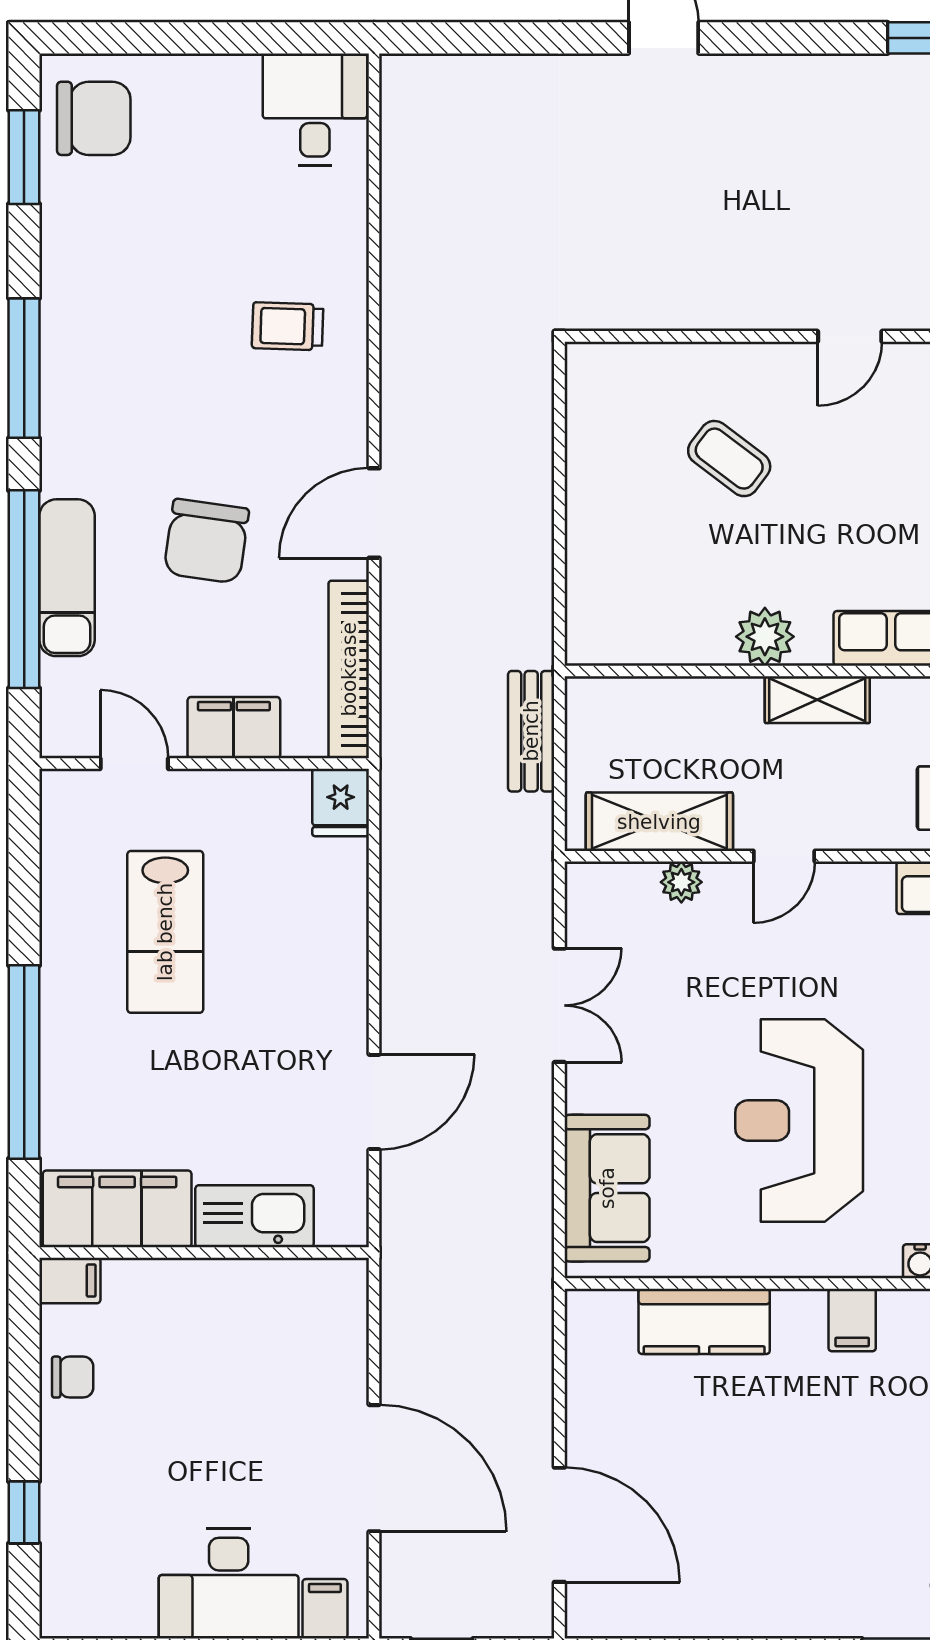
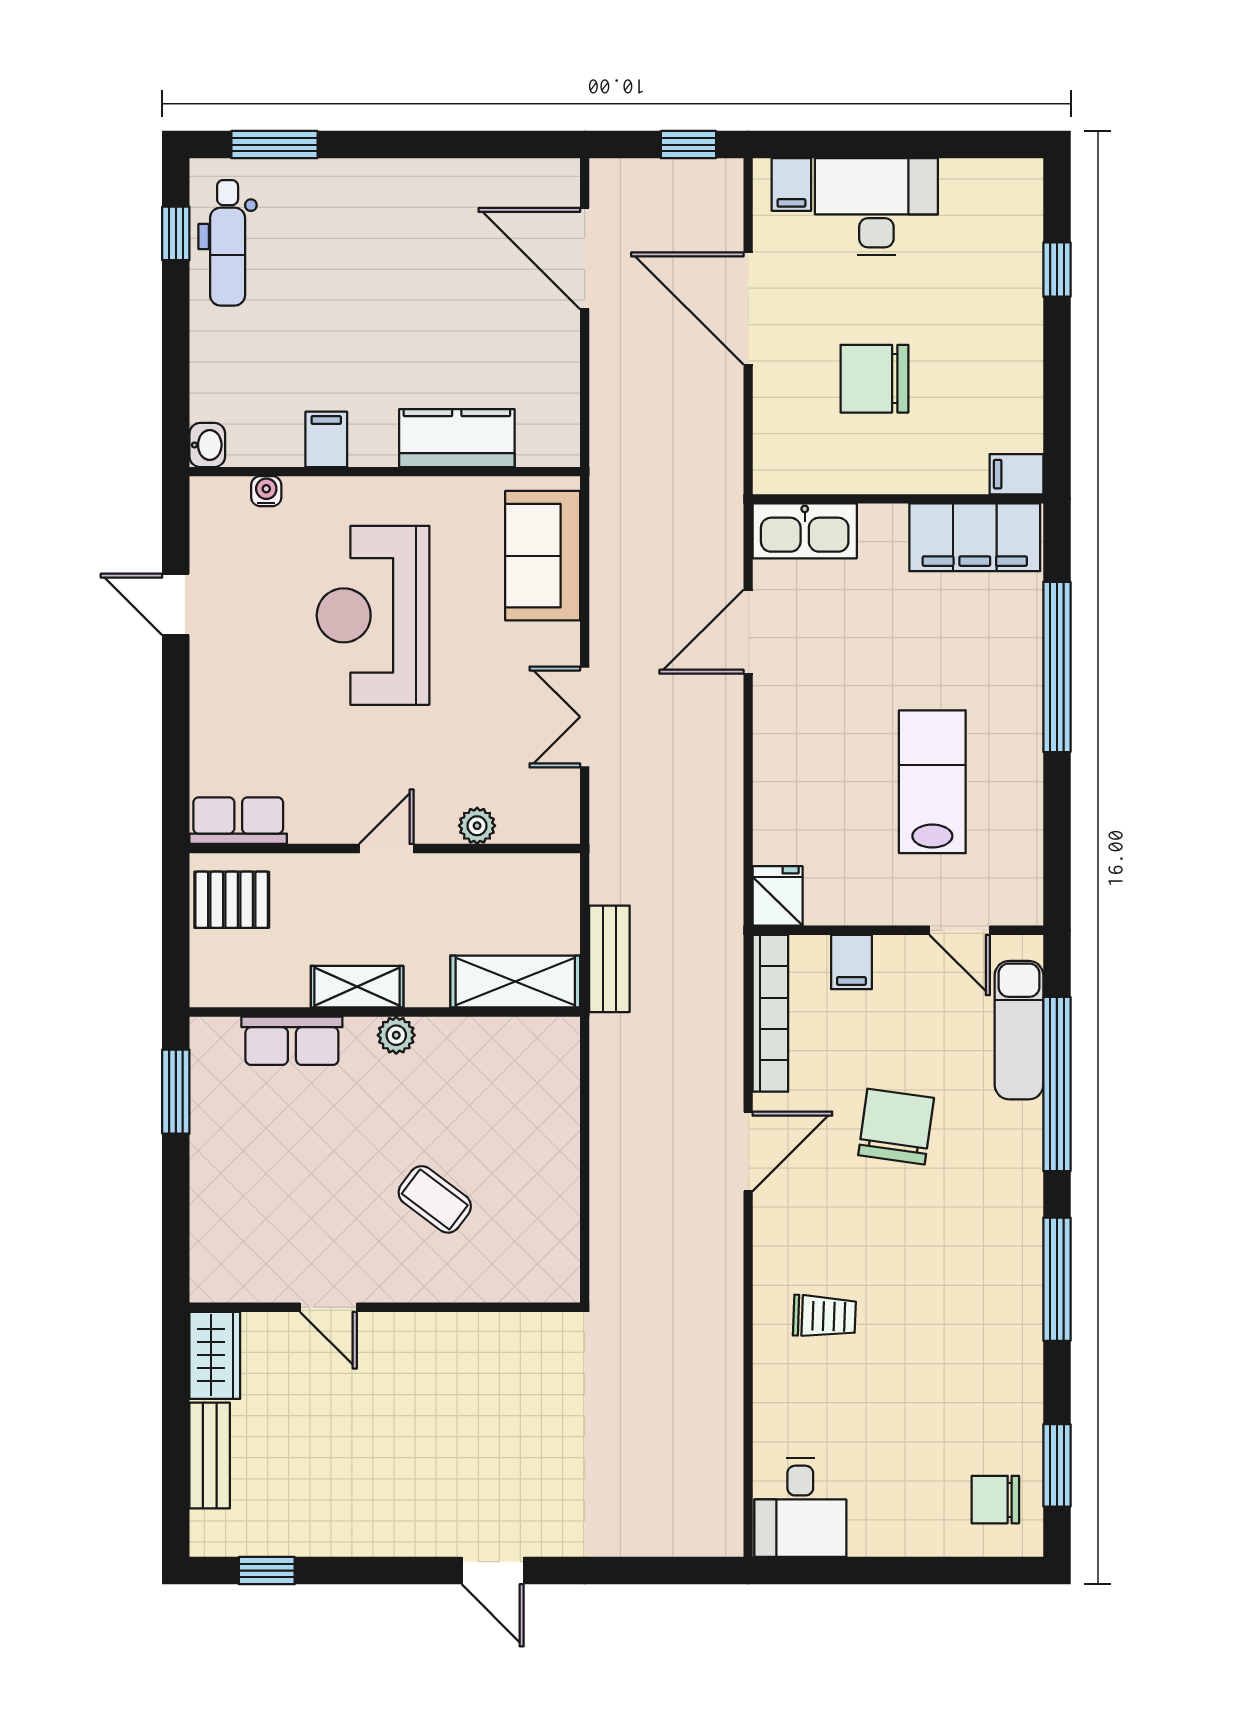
chair: (94, 118) -> (995, 1500), width x0.73, depth x0.73
door: (850, 336) -> (328, 1307), swing flipped
exam couch: (67, 578) -> (1019, 1030), moved
plant: (765, 637) -> (396, 1035), width x0.73, depth x0.73
filing cabinet: (234, 728) -> (851, 962), width x0.50
shelving: (659, 822) -> (515, 982), moved
reception desk: (799, 1120) -> (373, 615), turned 180
kitchen sink: (254, 1216) -> (805, 531), moved
chair: (73, 1377) -> (874, 379), moved, width x1.87, depth x1.87

